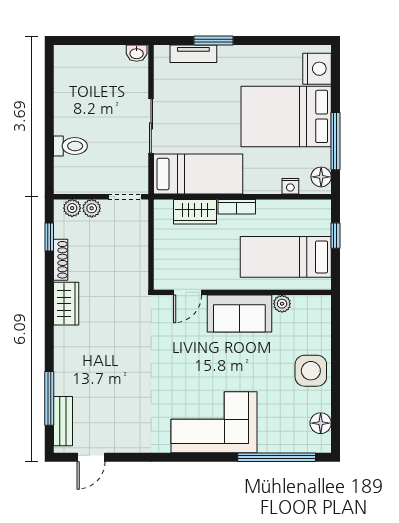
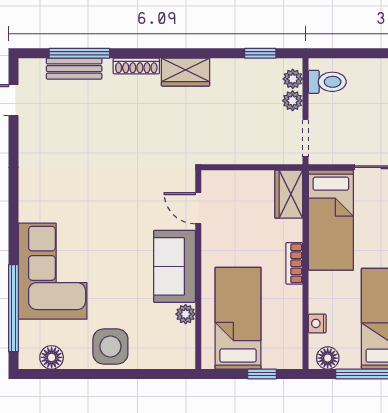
toilet: (70, 146) -> (327, 82), moved, turned -90
wardrobe: (195, 212) -> (289, 194), moved
shoe rack: (61, 260) -> (136, 66), moved
bench: (63, 421) -> (74, 69), moved
corner sofa: (214, 422) -> (53, 271), moved

